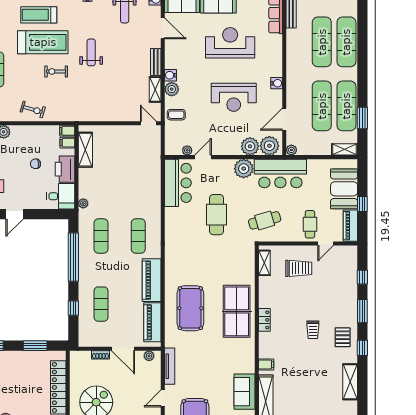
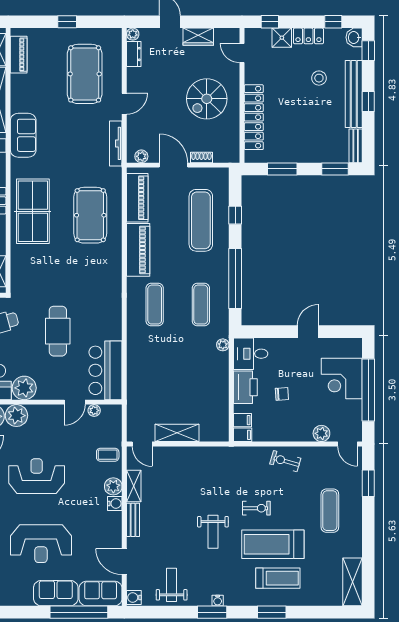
shelving: (85, 150) -> (177, 433), moved, turned 90
exercise mat: (101, 304) -> (201, 220), width x1.36, depth x1.45
sofa: (245, 392) -> (23, 135), moved

